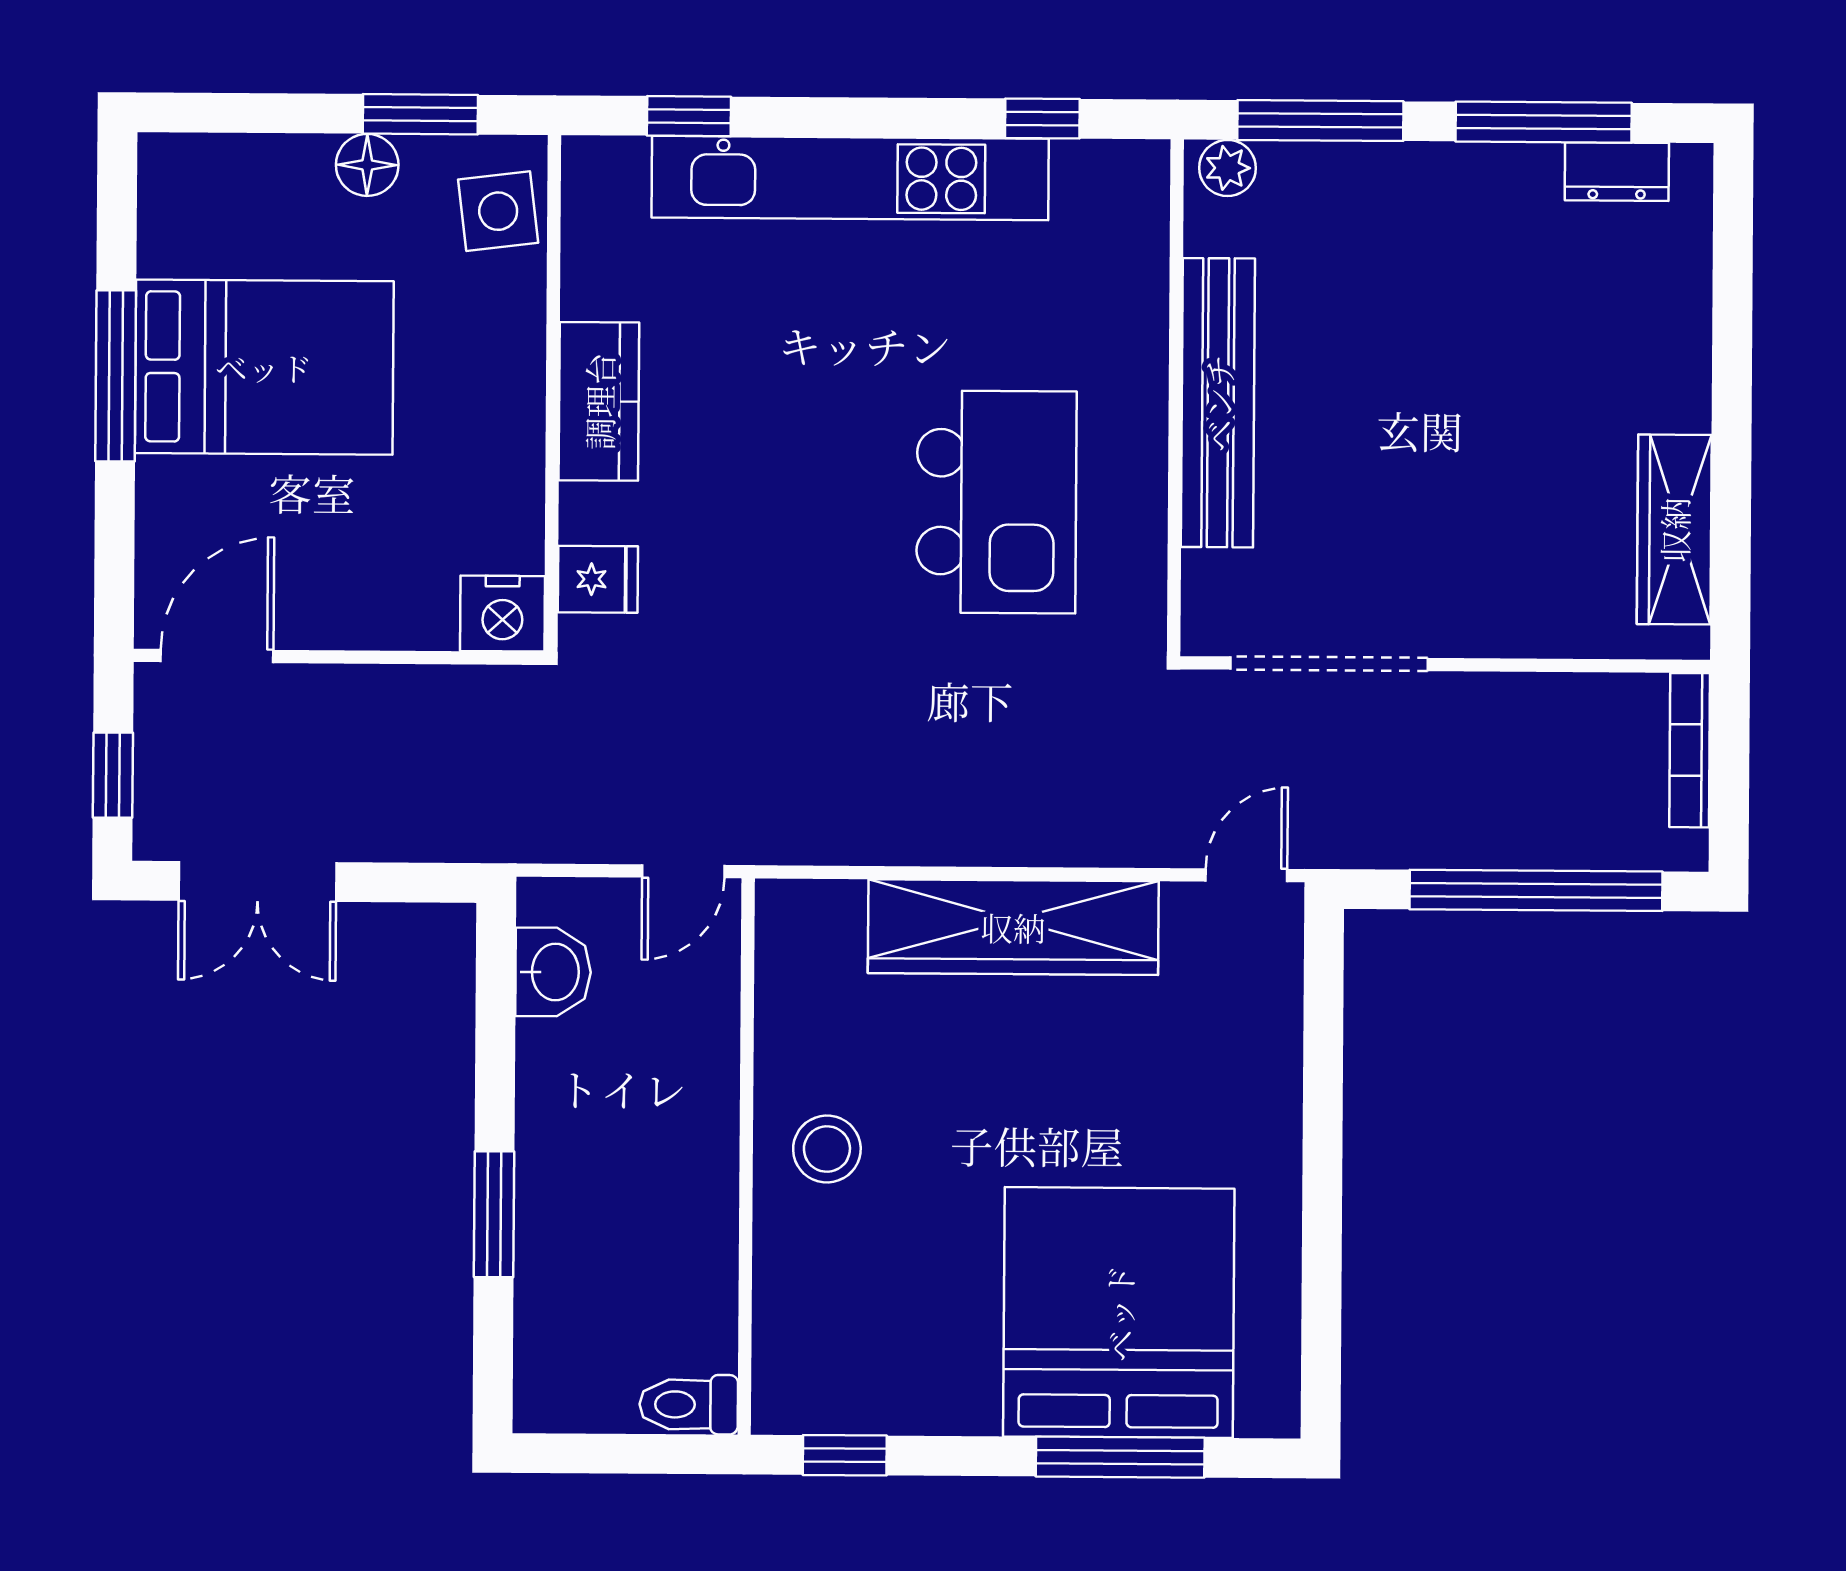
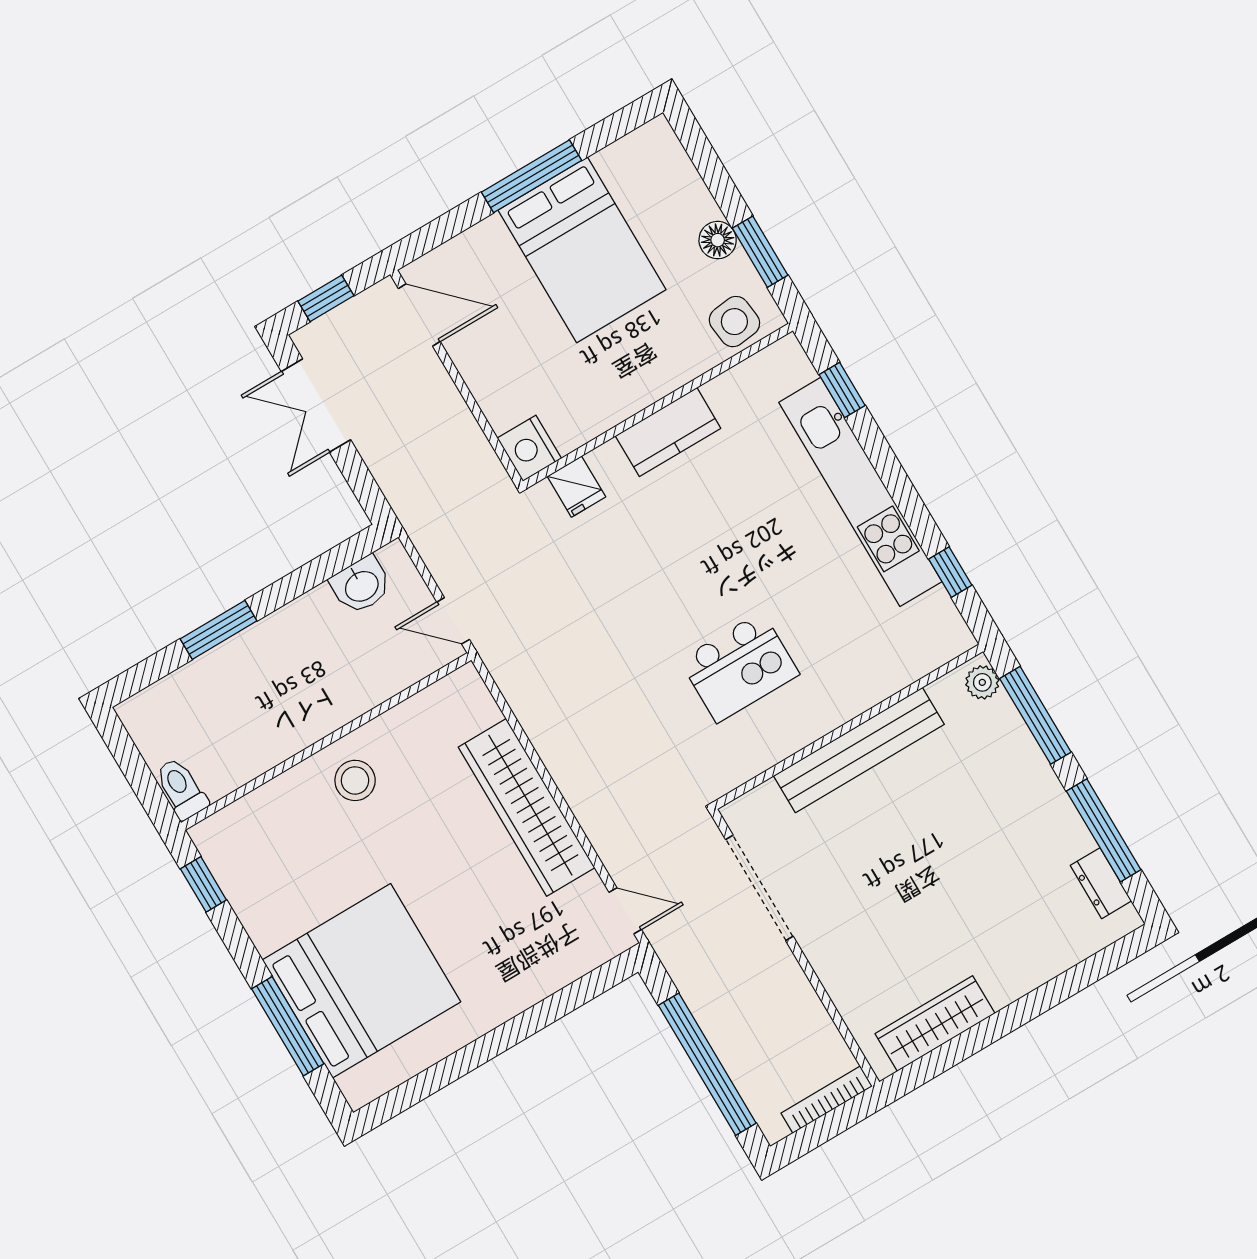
kitchen island: (996, 502) -> (739, 667), width x0.73, depth x0.78

